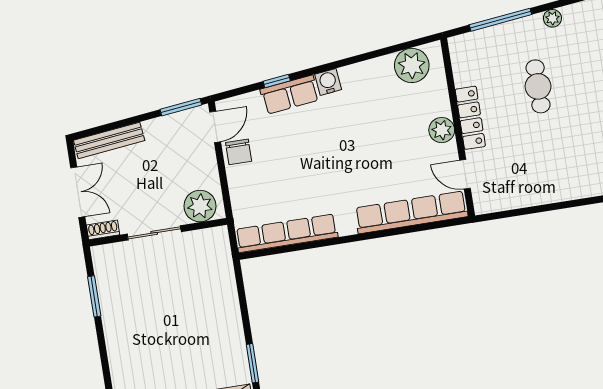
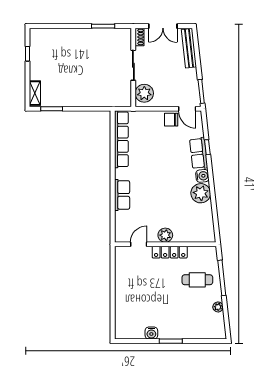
plant: (412, 65) -> (201, 193), moved
cafe table: (538, 86) -> (197, 280), moved
row of seats: (411, 212) -> (122, 195), width x0.50

